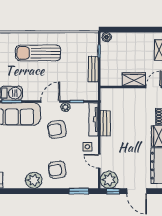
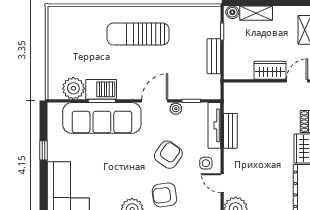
shelving: (124, 38) -> (256, 13), added
armchair: (57, 129) -> (168, 155), moved, turned 134

